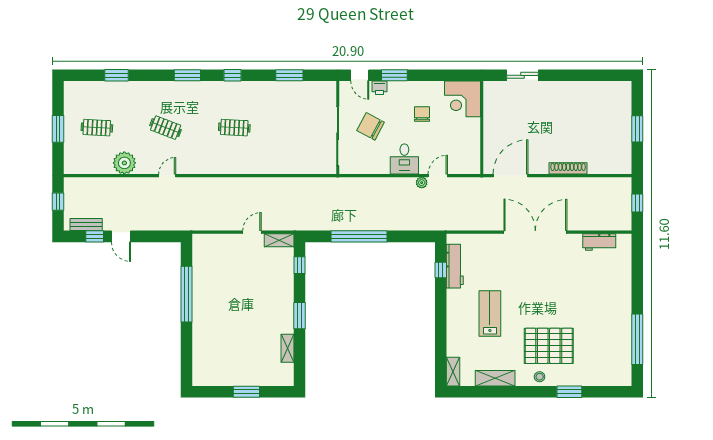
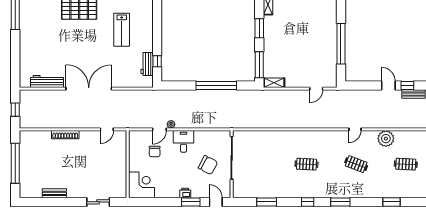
bench: (583, 87) -> (54, 193), added
printer: (380, 88) -> (185, 193), moved
chair: (422, 114) -> (155, 152), moved
window: (637, 129) -> (15, 163), width x2.11
door: (510, 176) -> (107, 129), width x0.53
door: (252, 232) -> (316, 89), moved
double door: (535, 232) -> (89, 89), swing flipped
workbench: (599, 242) -> (47, 81), width x1.38
window: (300, 265) -> (259, 65), width x2.17
workbench: (455, 266) -> (147, 64), width x0.73

